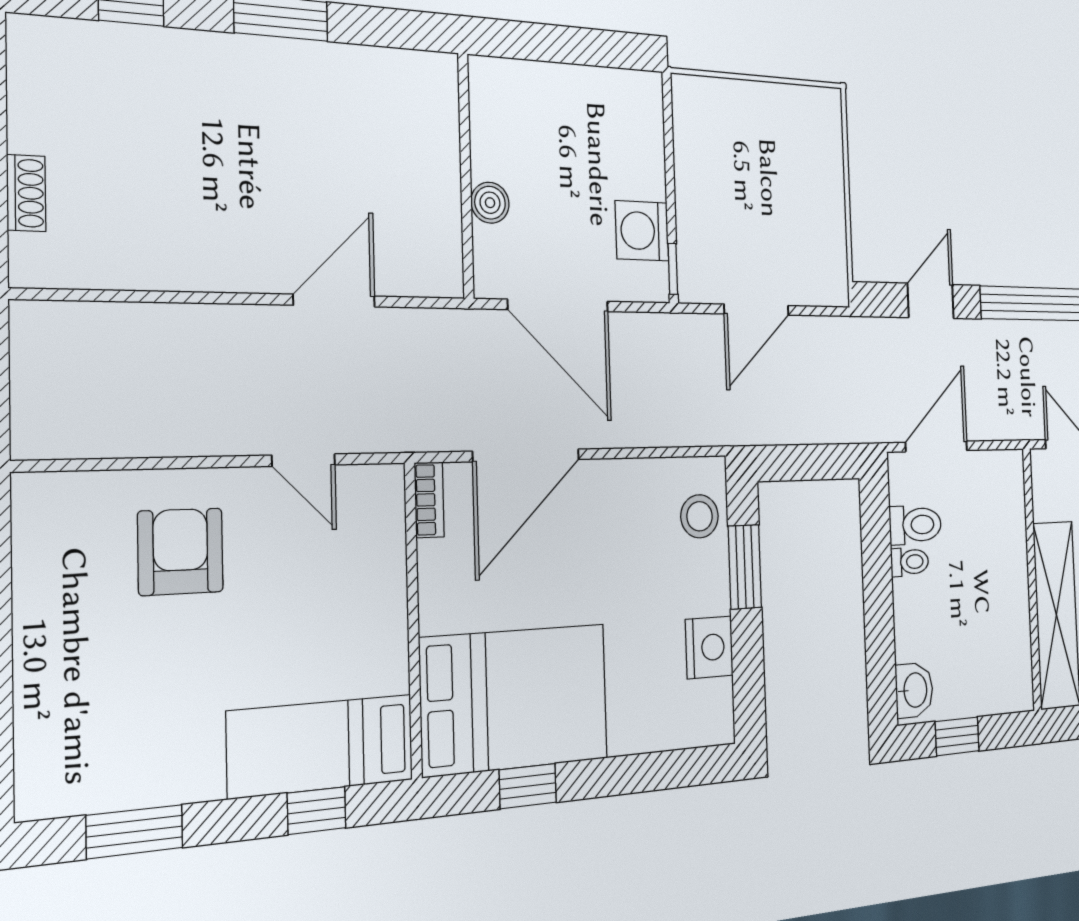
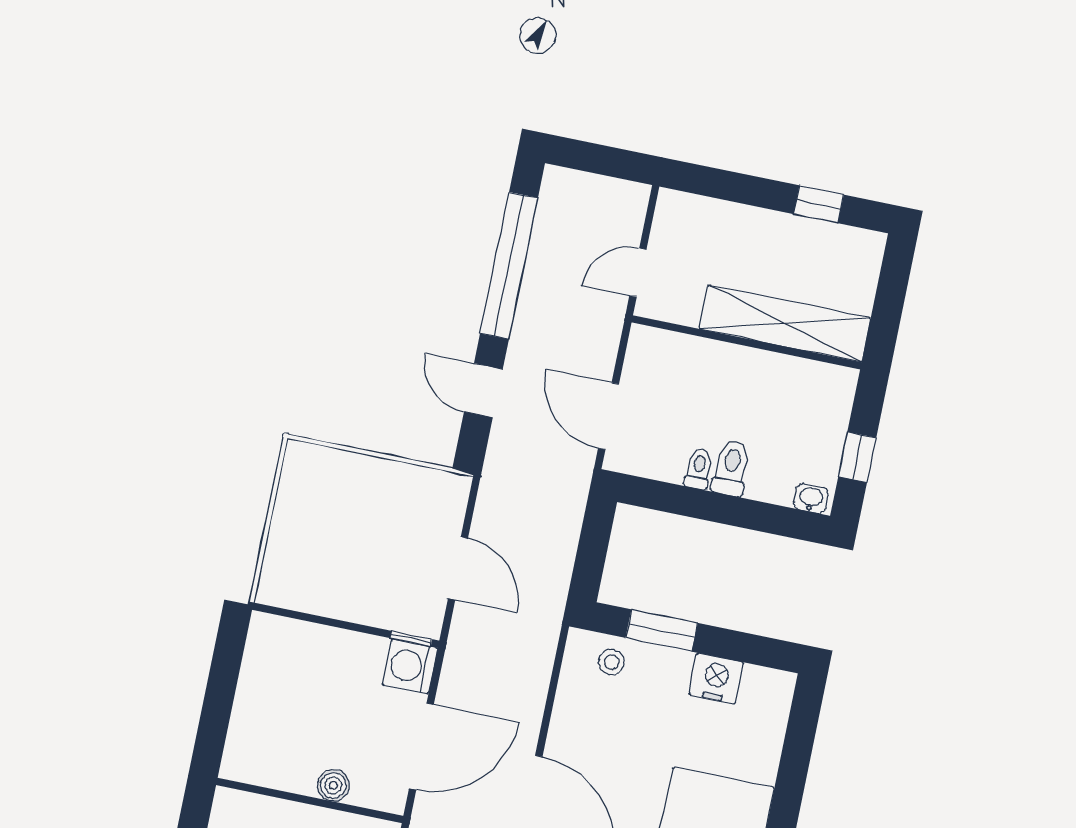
washing machine: (642, 231) -> (410, 666), moved, turned 90
stool: (700, 516) -> (611, 662), width x0.73, depth x0.73
toilet: (915, 525) -> (731, 468), moved
washbasin: (914, 690) -> (811, 498), width x0.72, depth x0.69

